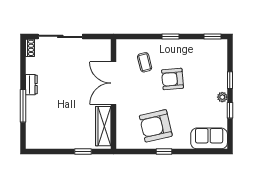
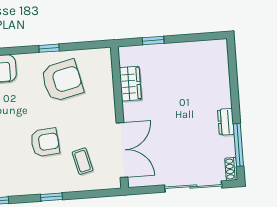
double door: (113, 83) -> (122, 150), moved
window: (23, 106) -> (238, 145), moved
wardrobe: (103, 126) -> (130, 84), width x0.67

